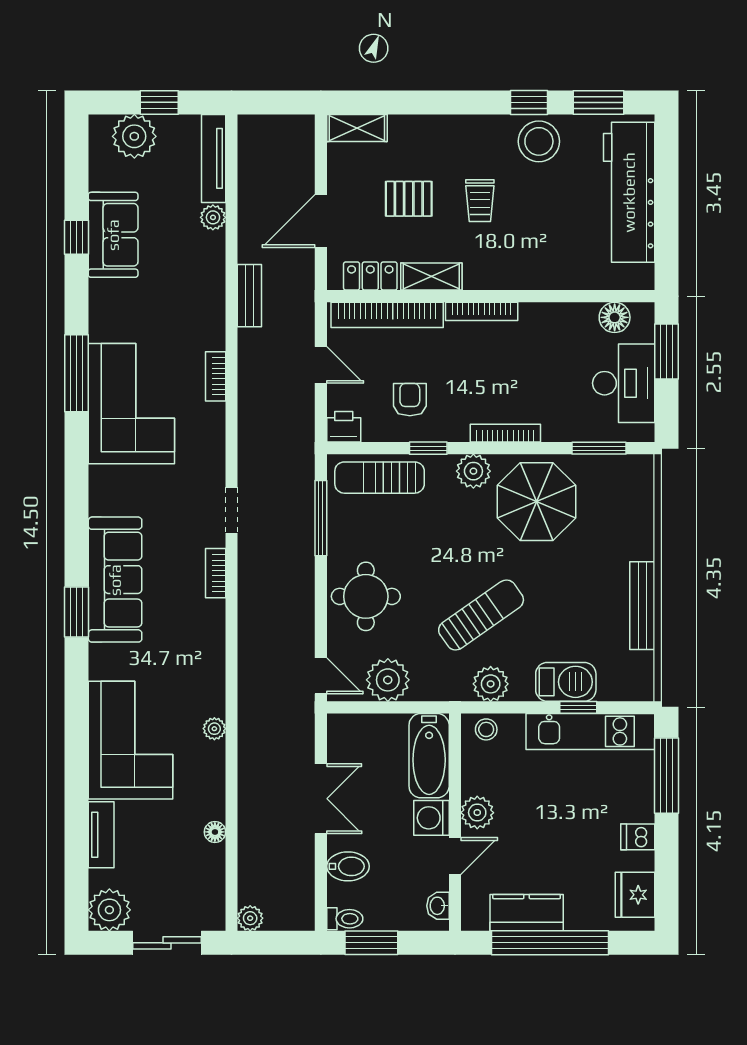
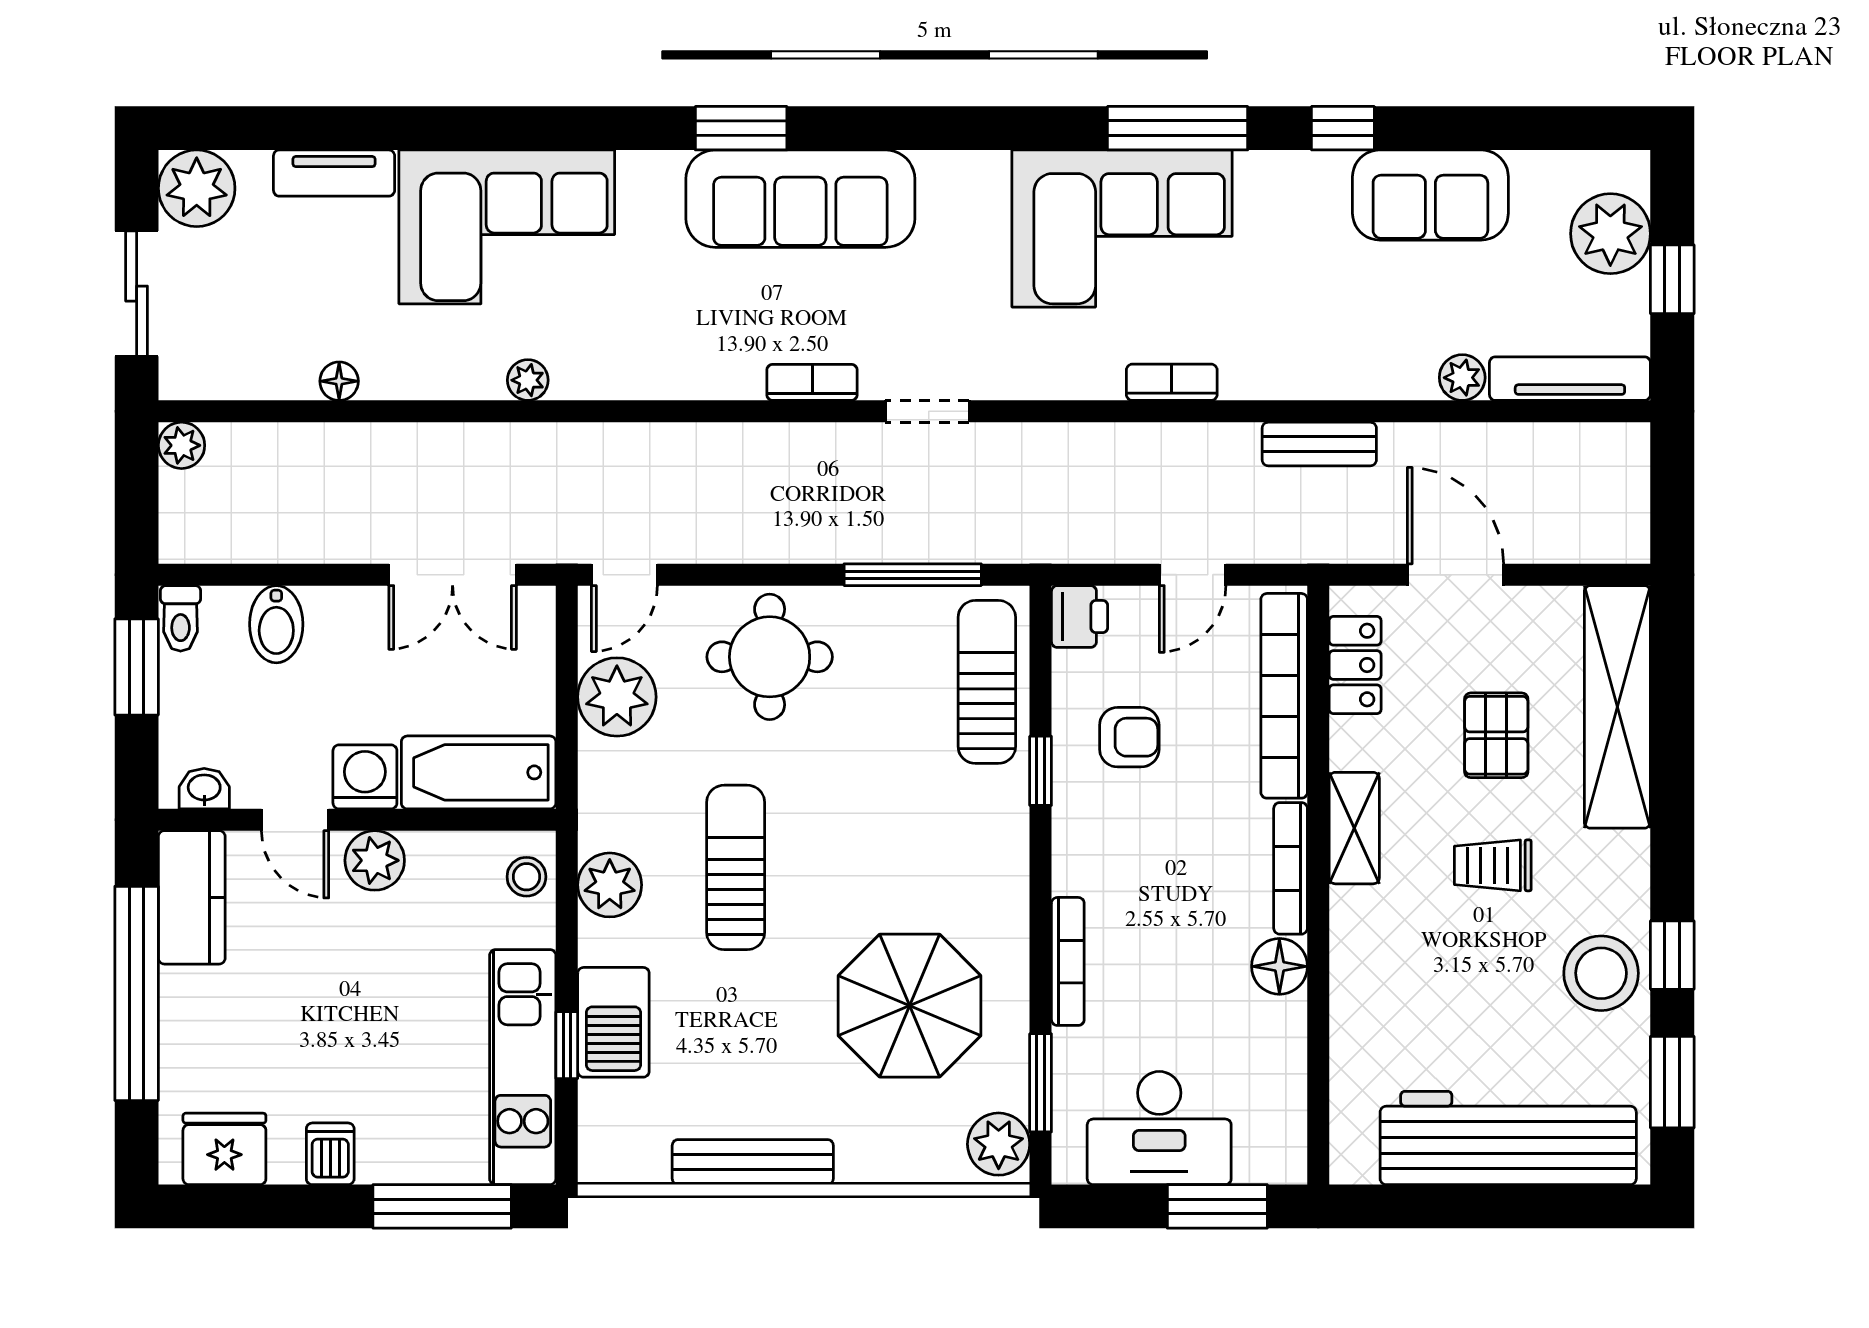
shelving: (357, 128) -> (1617, 707), width x2.20, depth x1.33
window: (77, 237) -> (1343, 128), moved
shelving: (431, 276) -> (1354, 828), moved
floor lamp: (615, 317) -> (1279, 966), moved
bookcase: (505, 433) -> (1068, 961), moved
plant: (473, 471) -> (999, 1144), moved
parasol: (537, 502) -> (910, 1006), moved
sun lounger: (481, 615) -> (736, 867), turned -145
double door: (321, 799) -> (453, 575), moved
kitchen counter: (527, 913) -> (192, 897), moved

